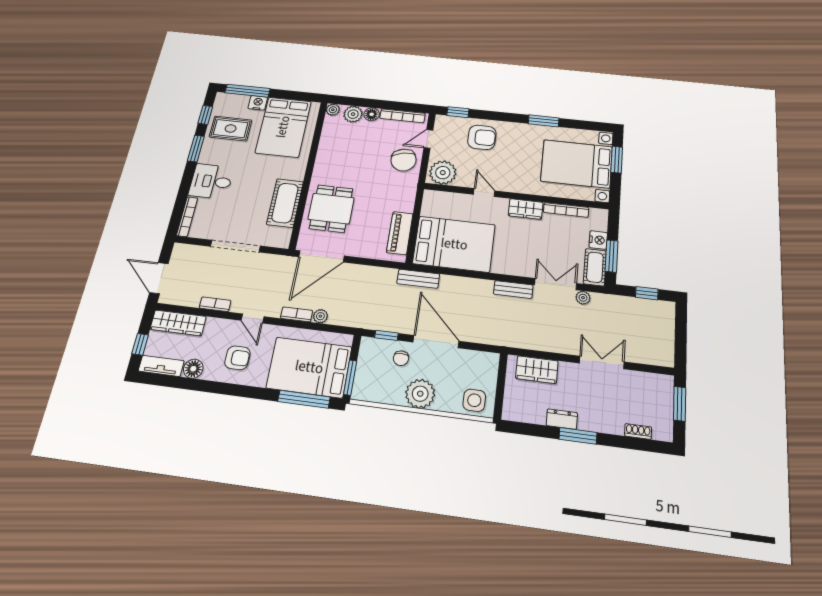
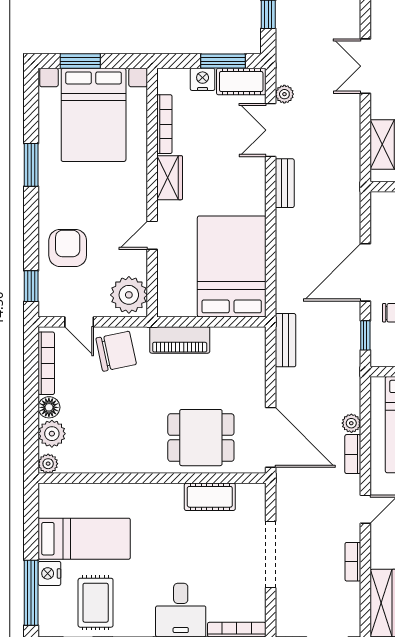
bed: (283, 127) -> (84, 539), width x0.67
cot: (285, 203) -> (210, 497), width x0.73, depth x0.75
piano: (400, 233) -> (180, 340), moved
bench: (418, 279) -> (285, 340), moved

